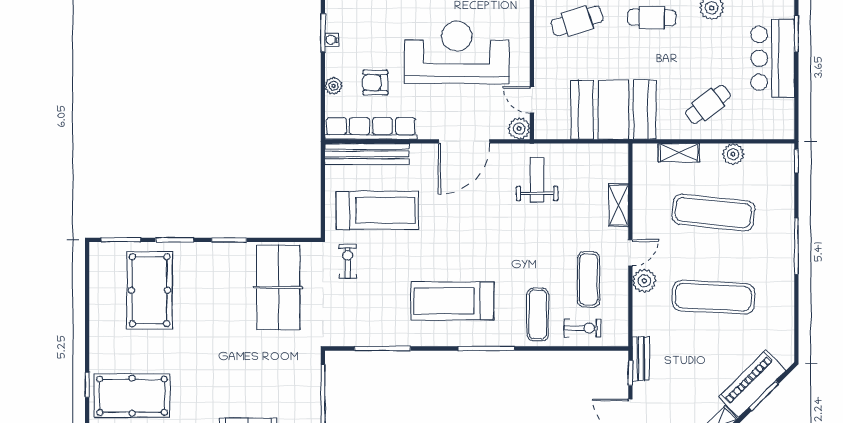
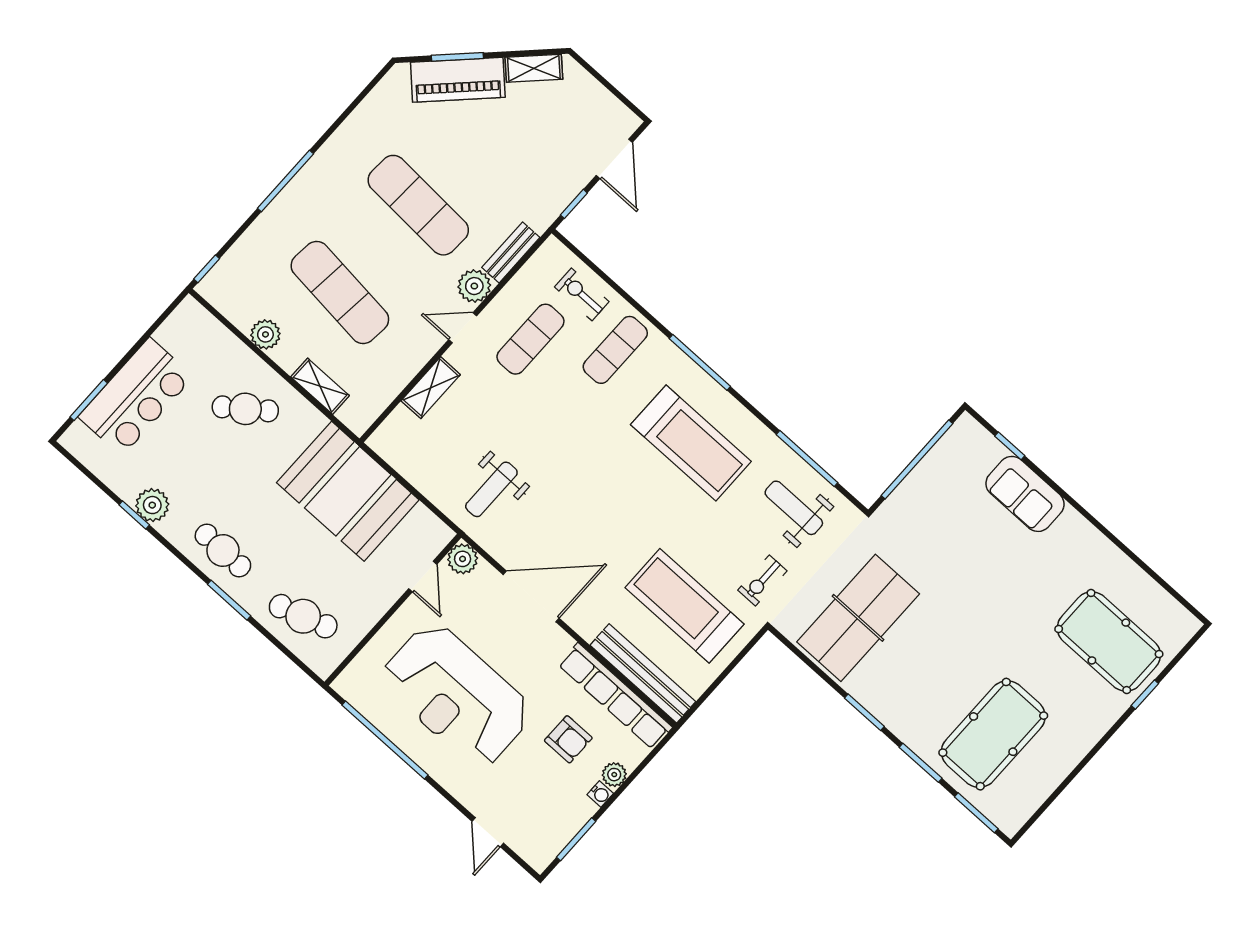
water cooler: (332, 40) -> (600, 794), moved
weight bench: (366, 316) -> (794, 508), added
bench: (641, 359) -> (511, 252), moved

